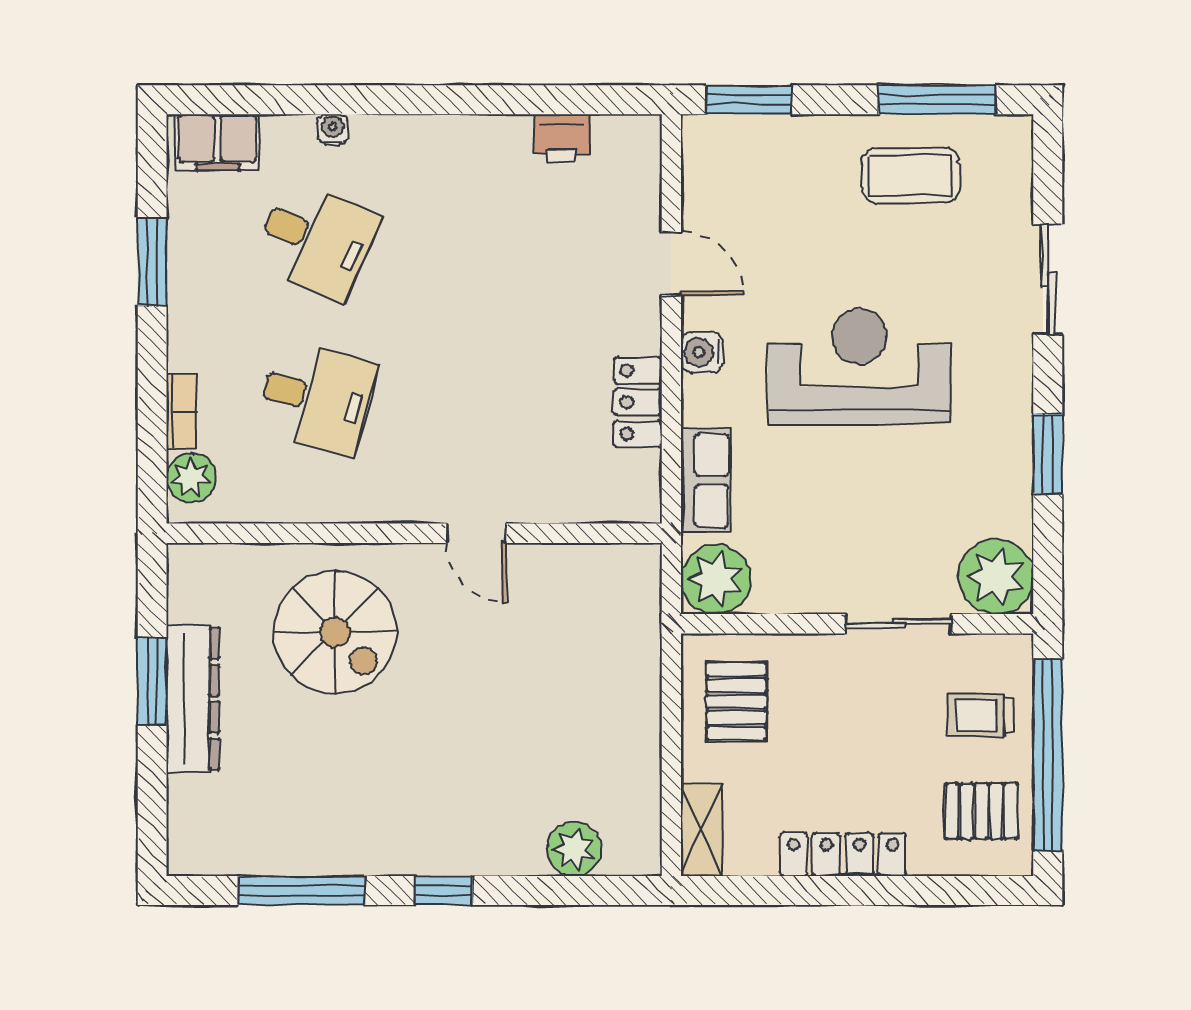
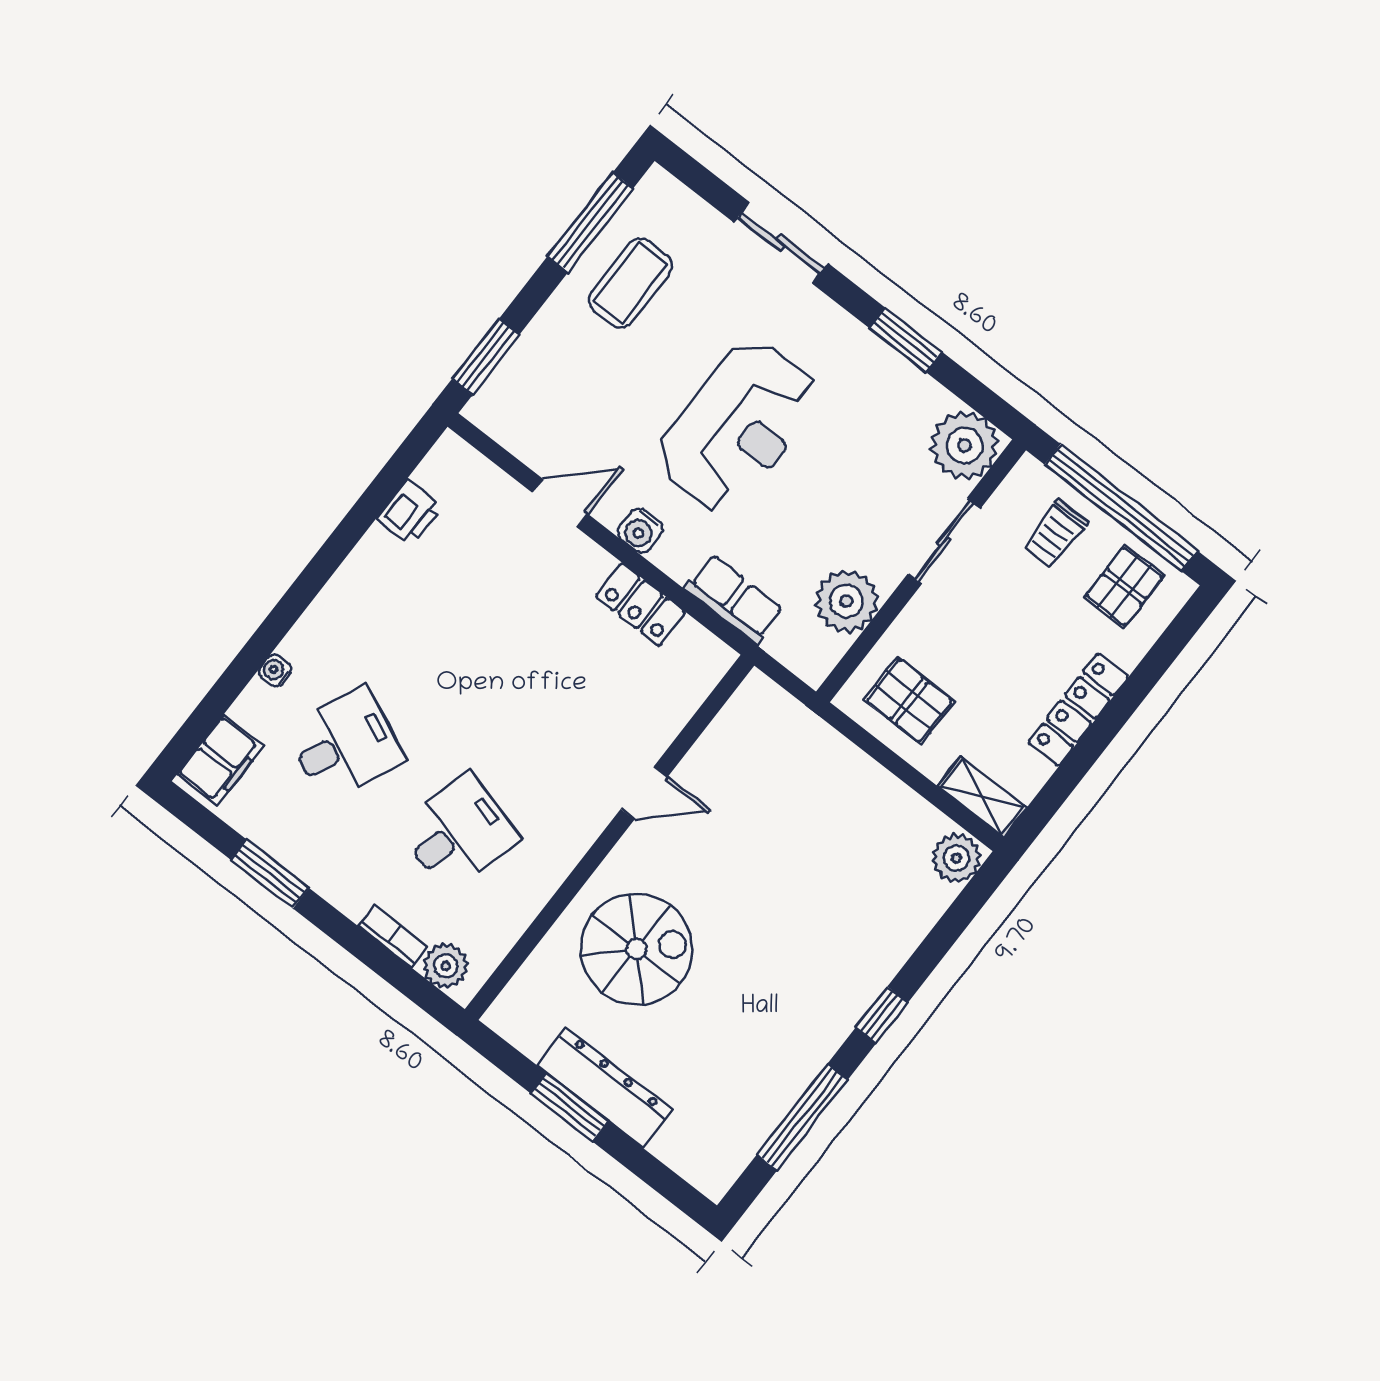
reception desk: (859, 366) -> (738, 426), turned 180
plant: (716, 579) -> (846, 601), moved
plant: (574, 849) -> (956, 858), moved

